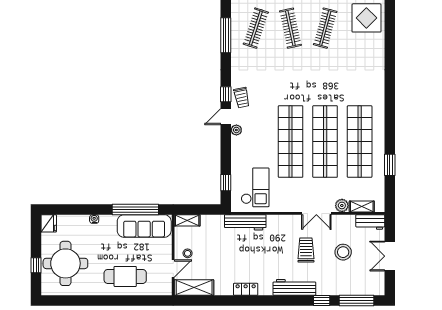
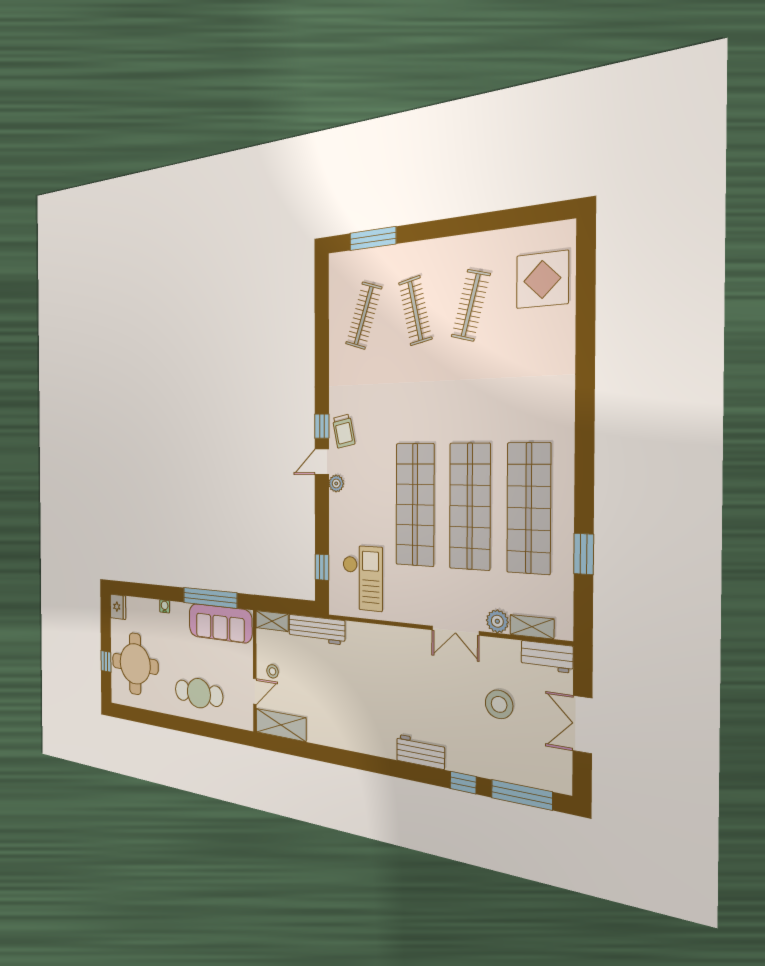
window: (226, 35) -> (322, 331), removed
workbench: (245, 222) -> (317, 629), moved
trolley: (306, 250) -> (438, 692), removed
workbench: (294, 287) -> (420, 752), width x0.73
locker: (246, 289) -> (349, 741), removed

